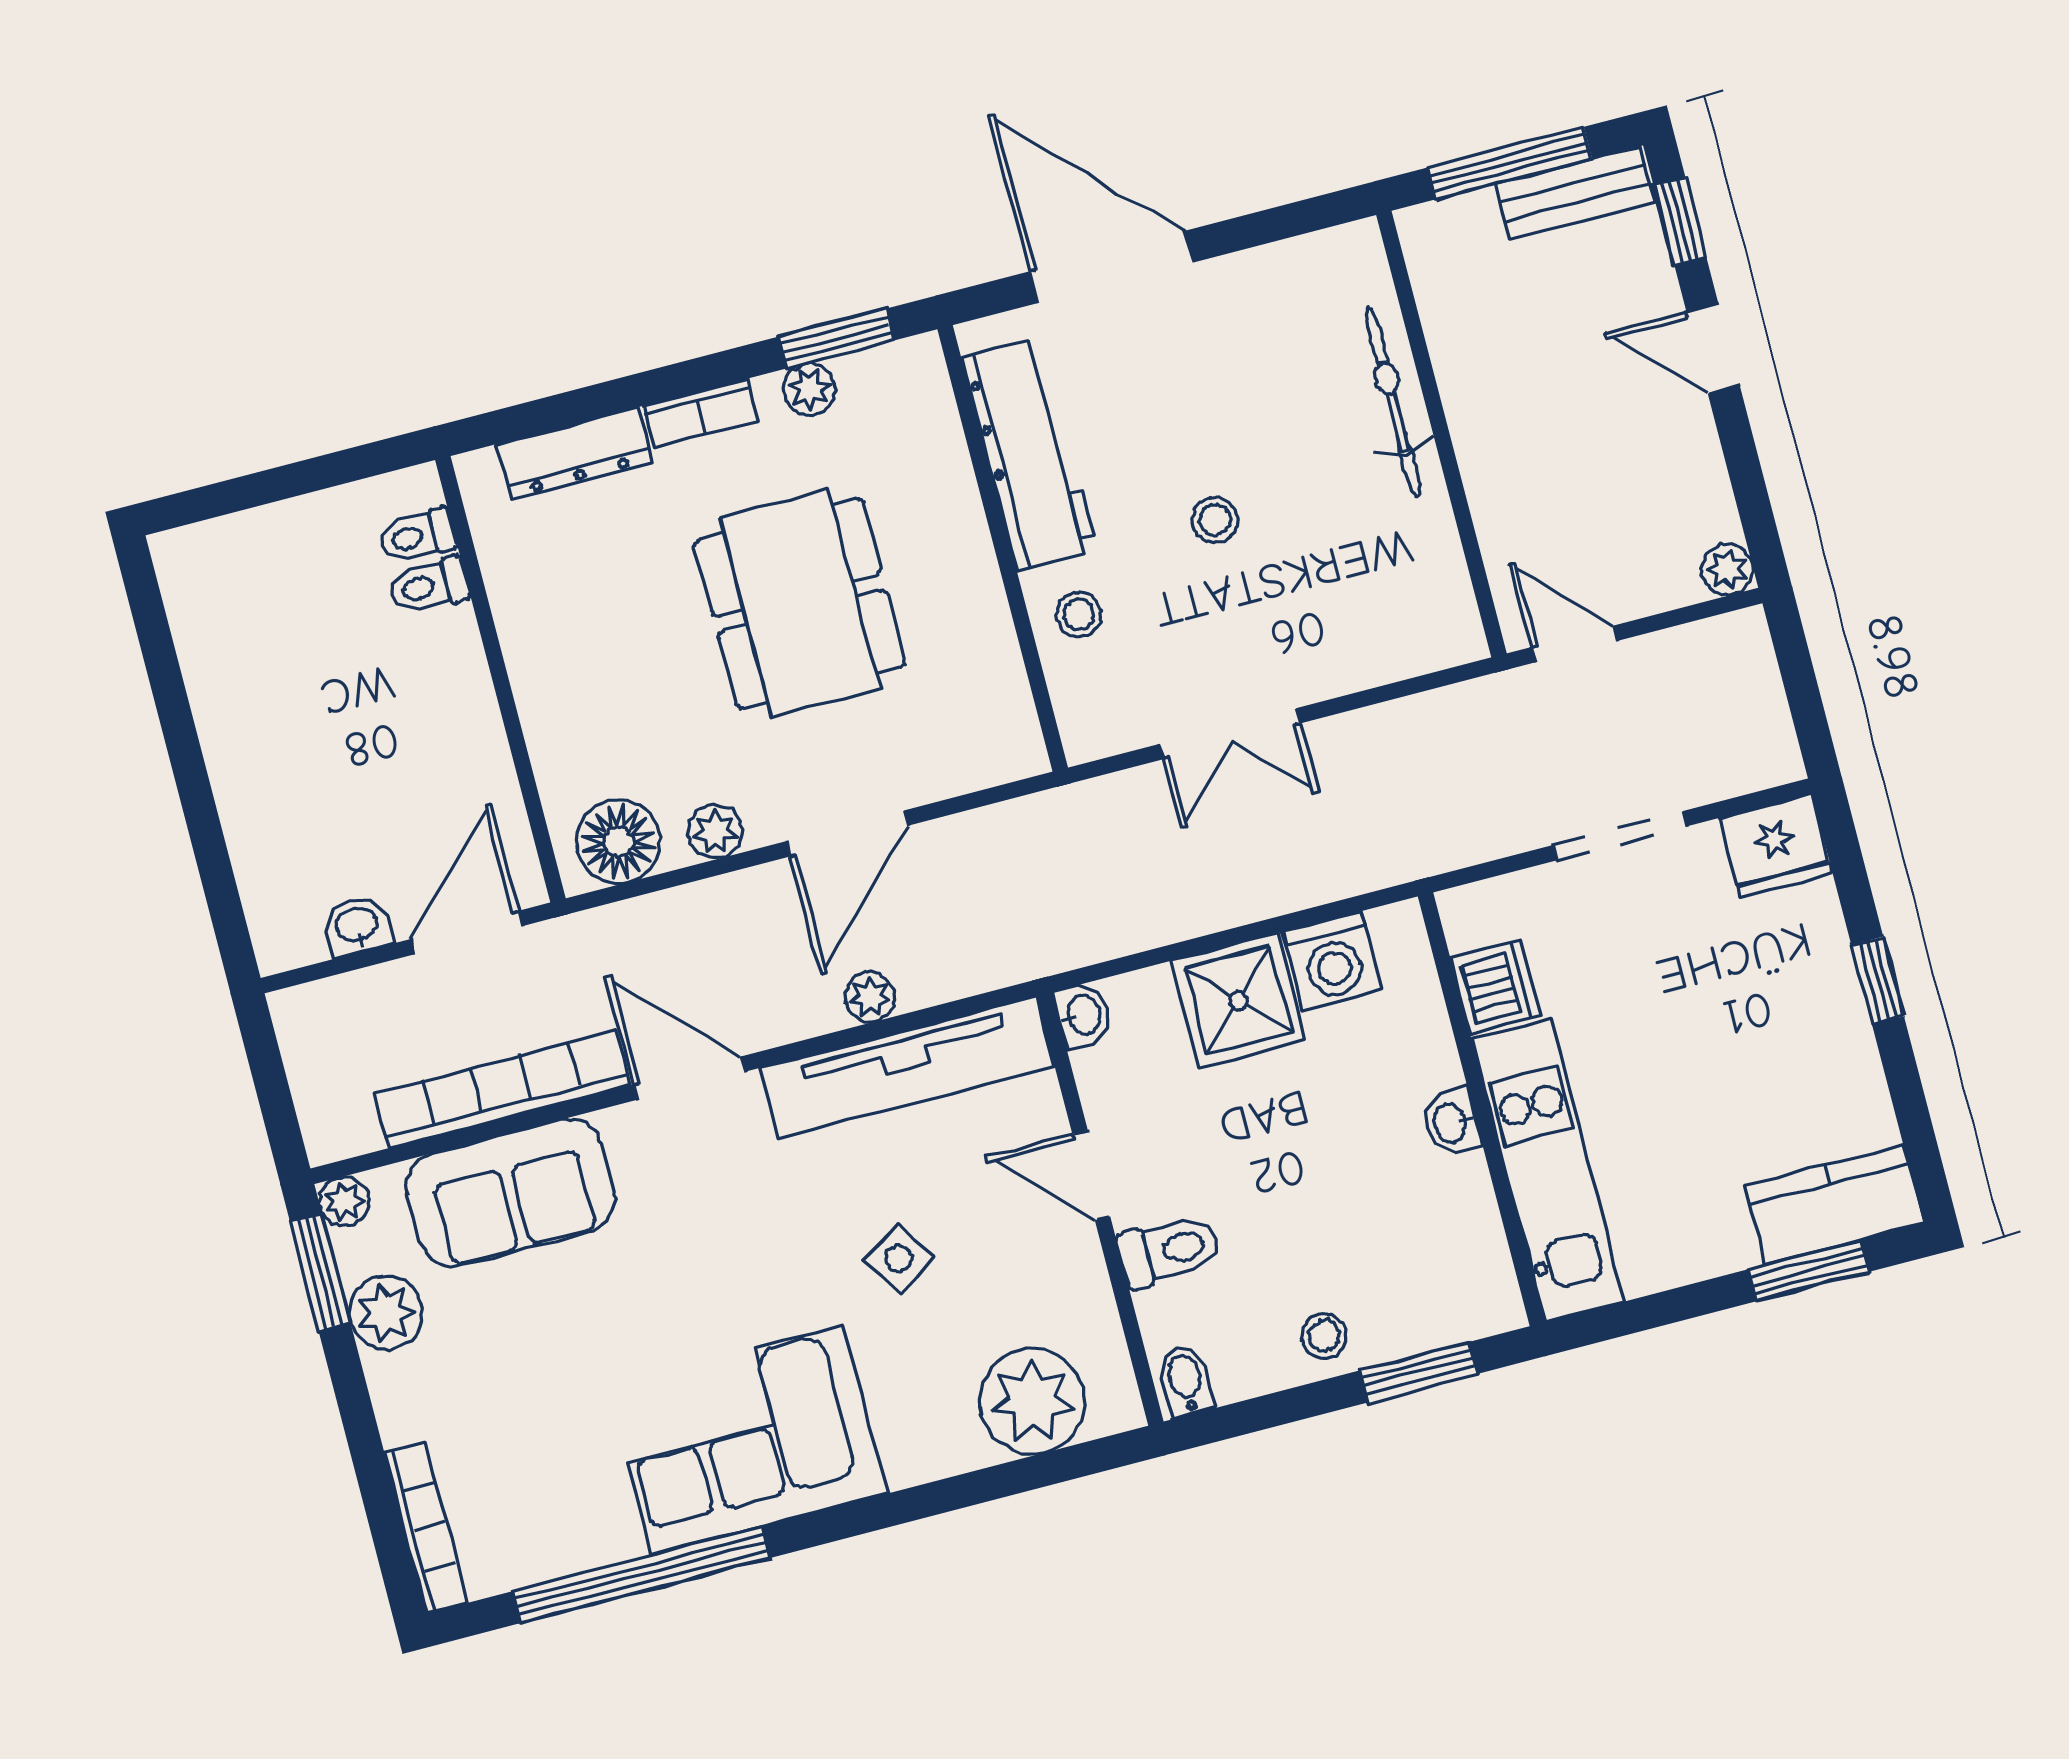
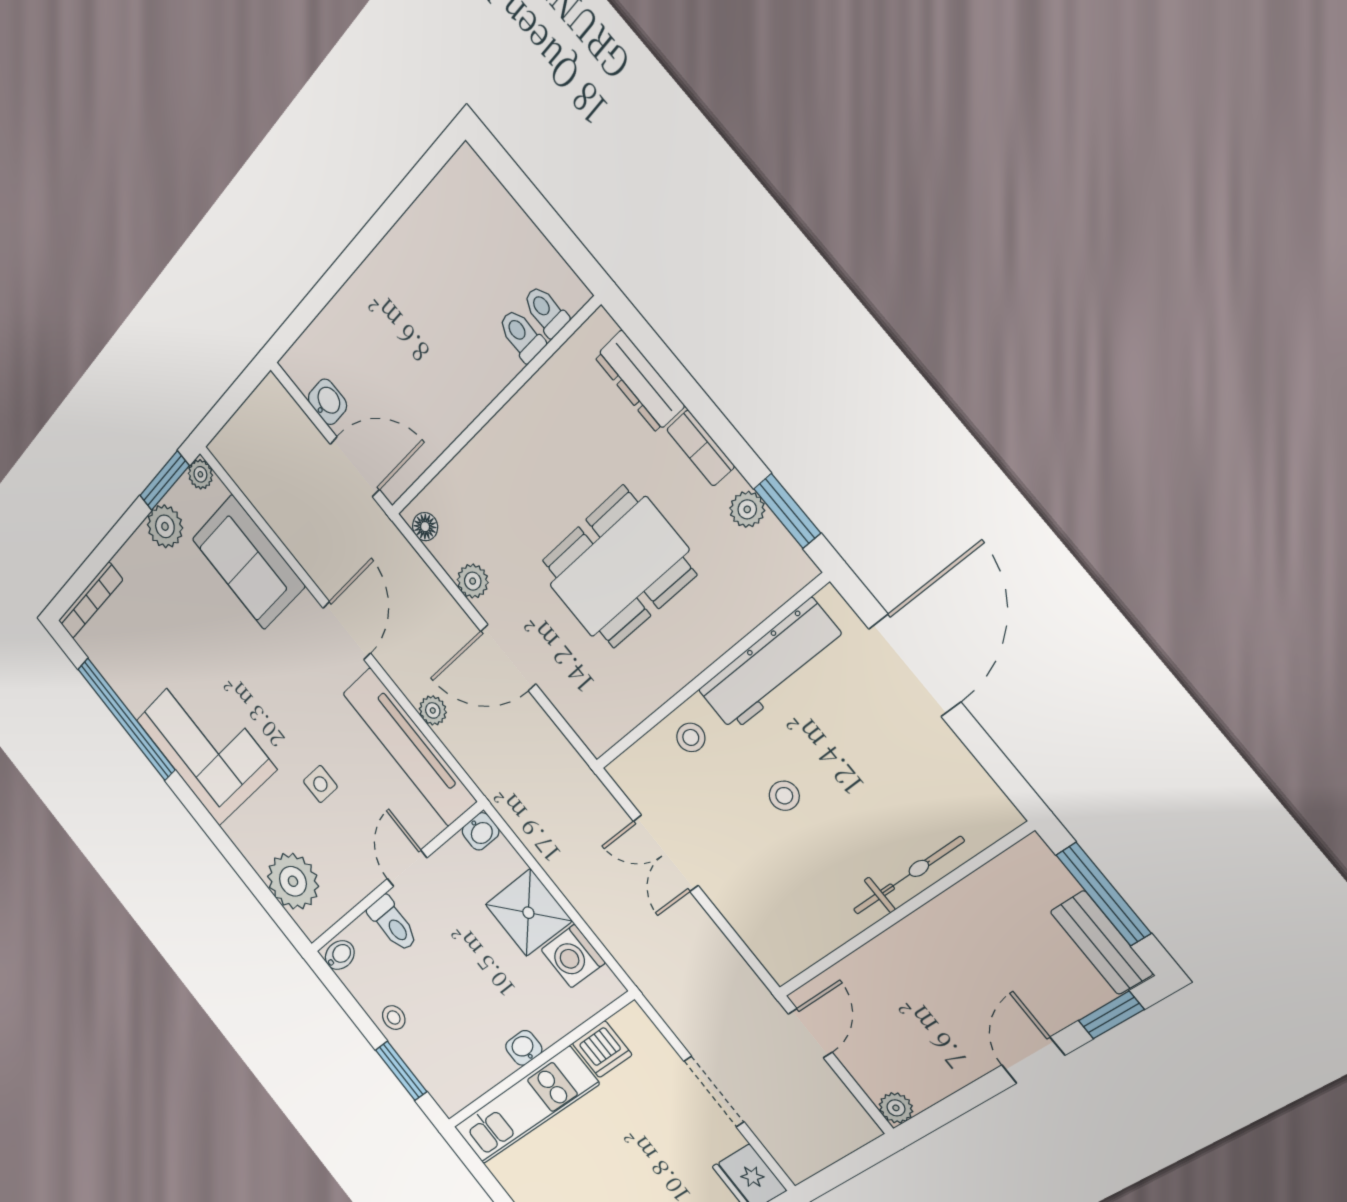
floor lamp: (618, 842) -> (425, 527), width x0.53, depth x0.53
bookcase: (502, 1089) -> (292, 531), removed
side table: (899, 1258) -> (320, 784), turned 33

